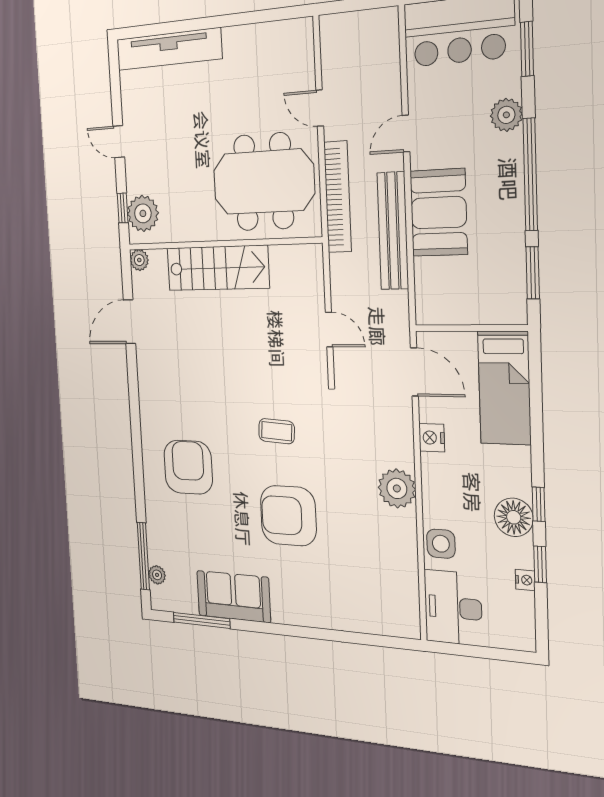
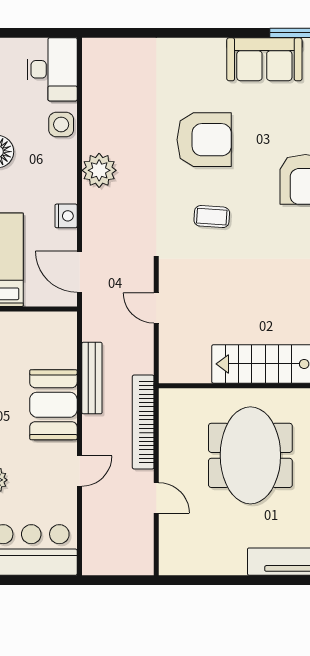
meeting table: (264, 182) -> (250, 455), moved, turned 90
bench: (393, 231) -> (92, 378), width x0.73, depth x0.82

